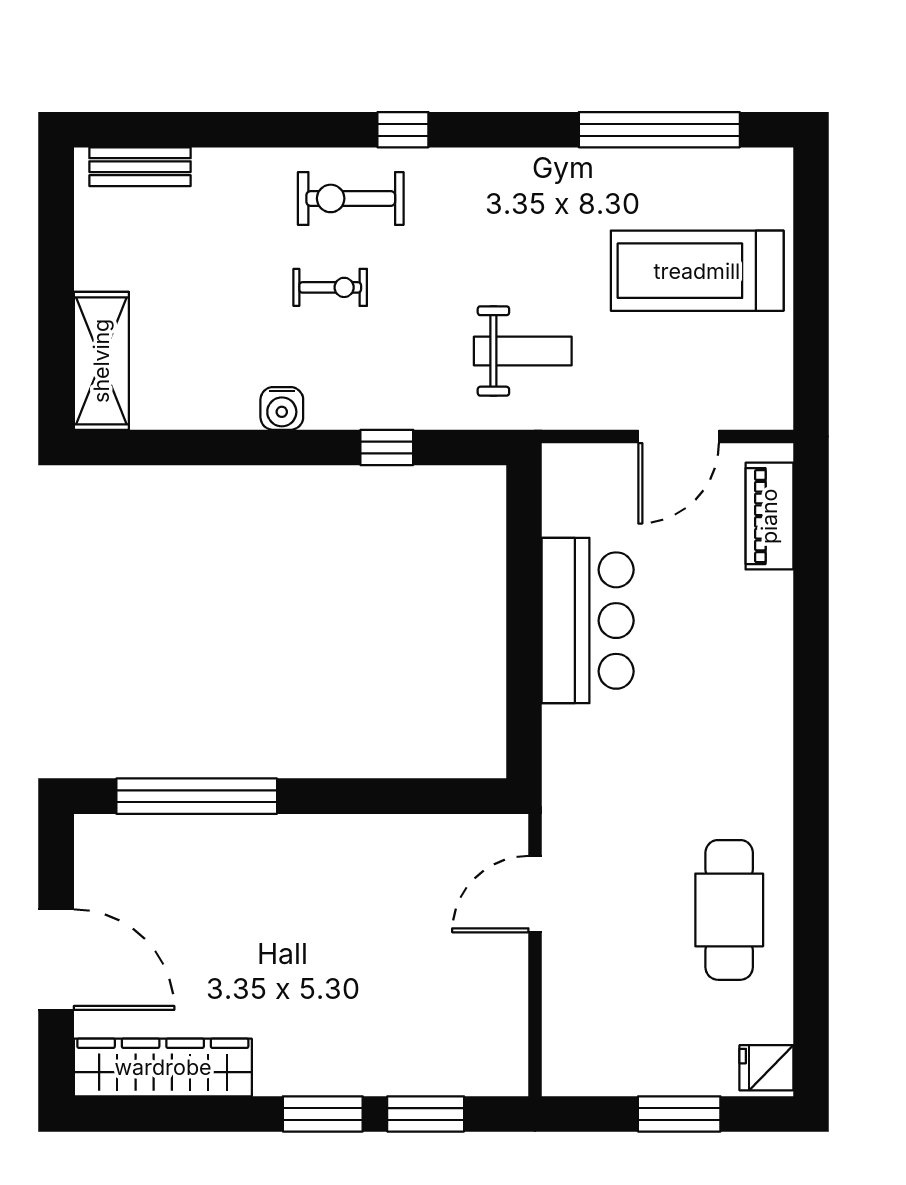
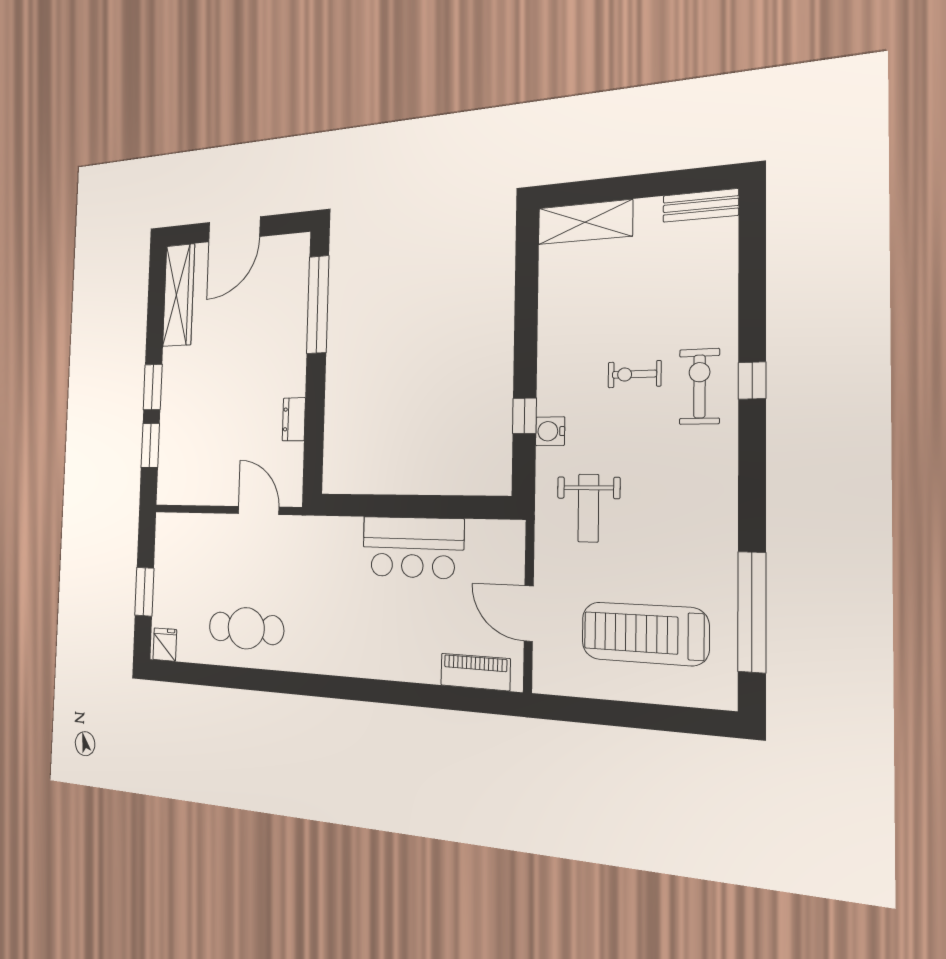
window: (403, 130) -> (752, 381), moved
bench: (140, 167) -> (701, 205), moved, turned 90
treadmill: (697, 271) -> (644, 634), turned -90
exercise bike: (330, 287) -> (635, 374), turned 90
water cooler: (282, 408) -> (550, 431), moved
dresser: (385, 834) -> (294, 419), added

